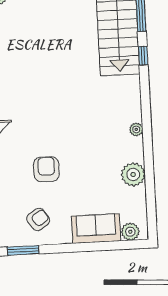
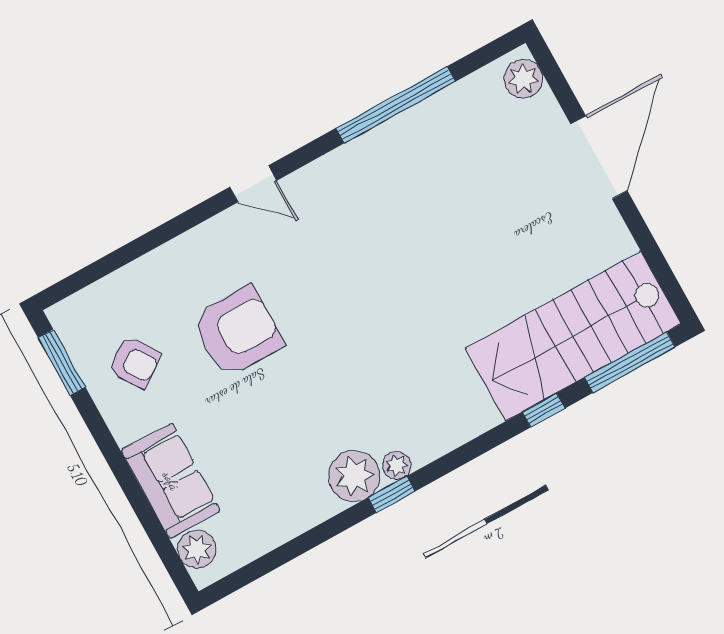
window: (147, 138) -> (392, 494), added
armchair: (46, 169) -> (238, 331), width x1.36, depth x1.36
plant: (133, 174) -> (354, 476), moved

